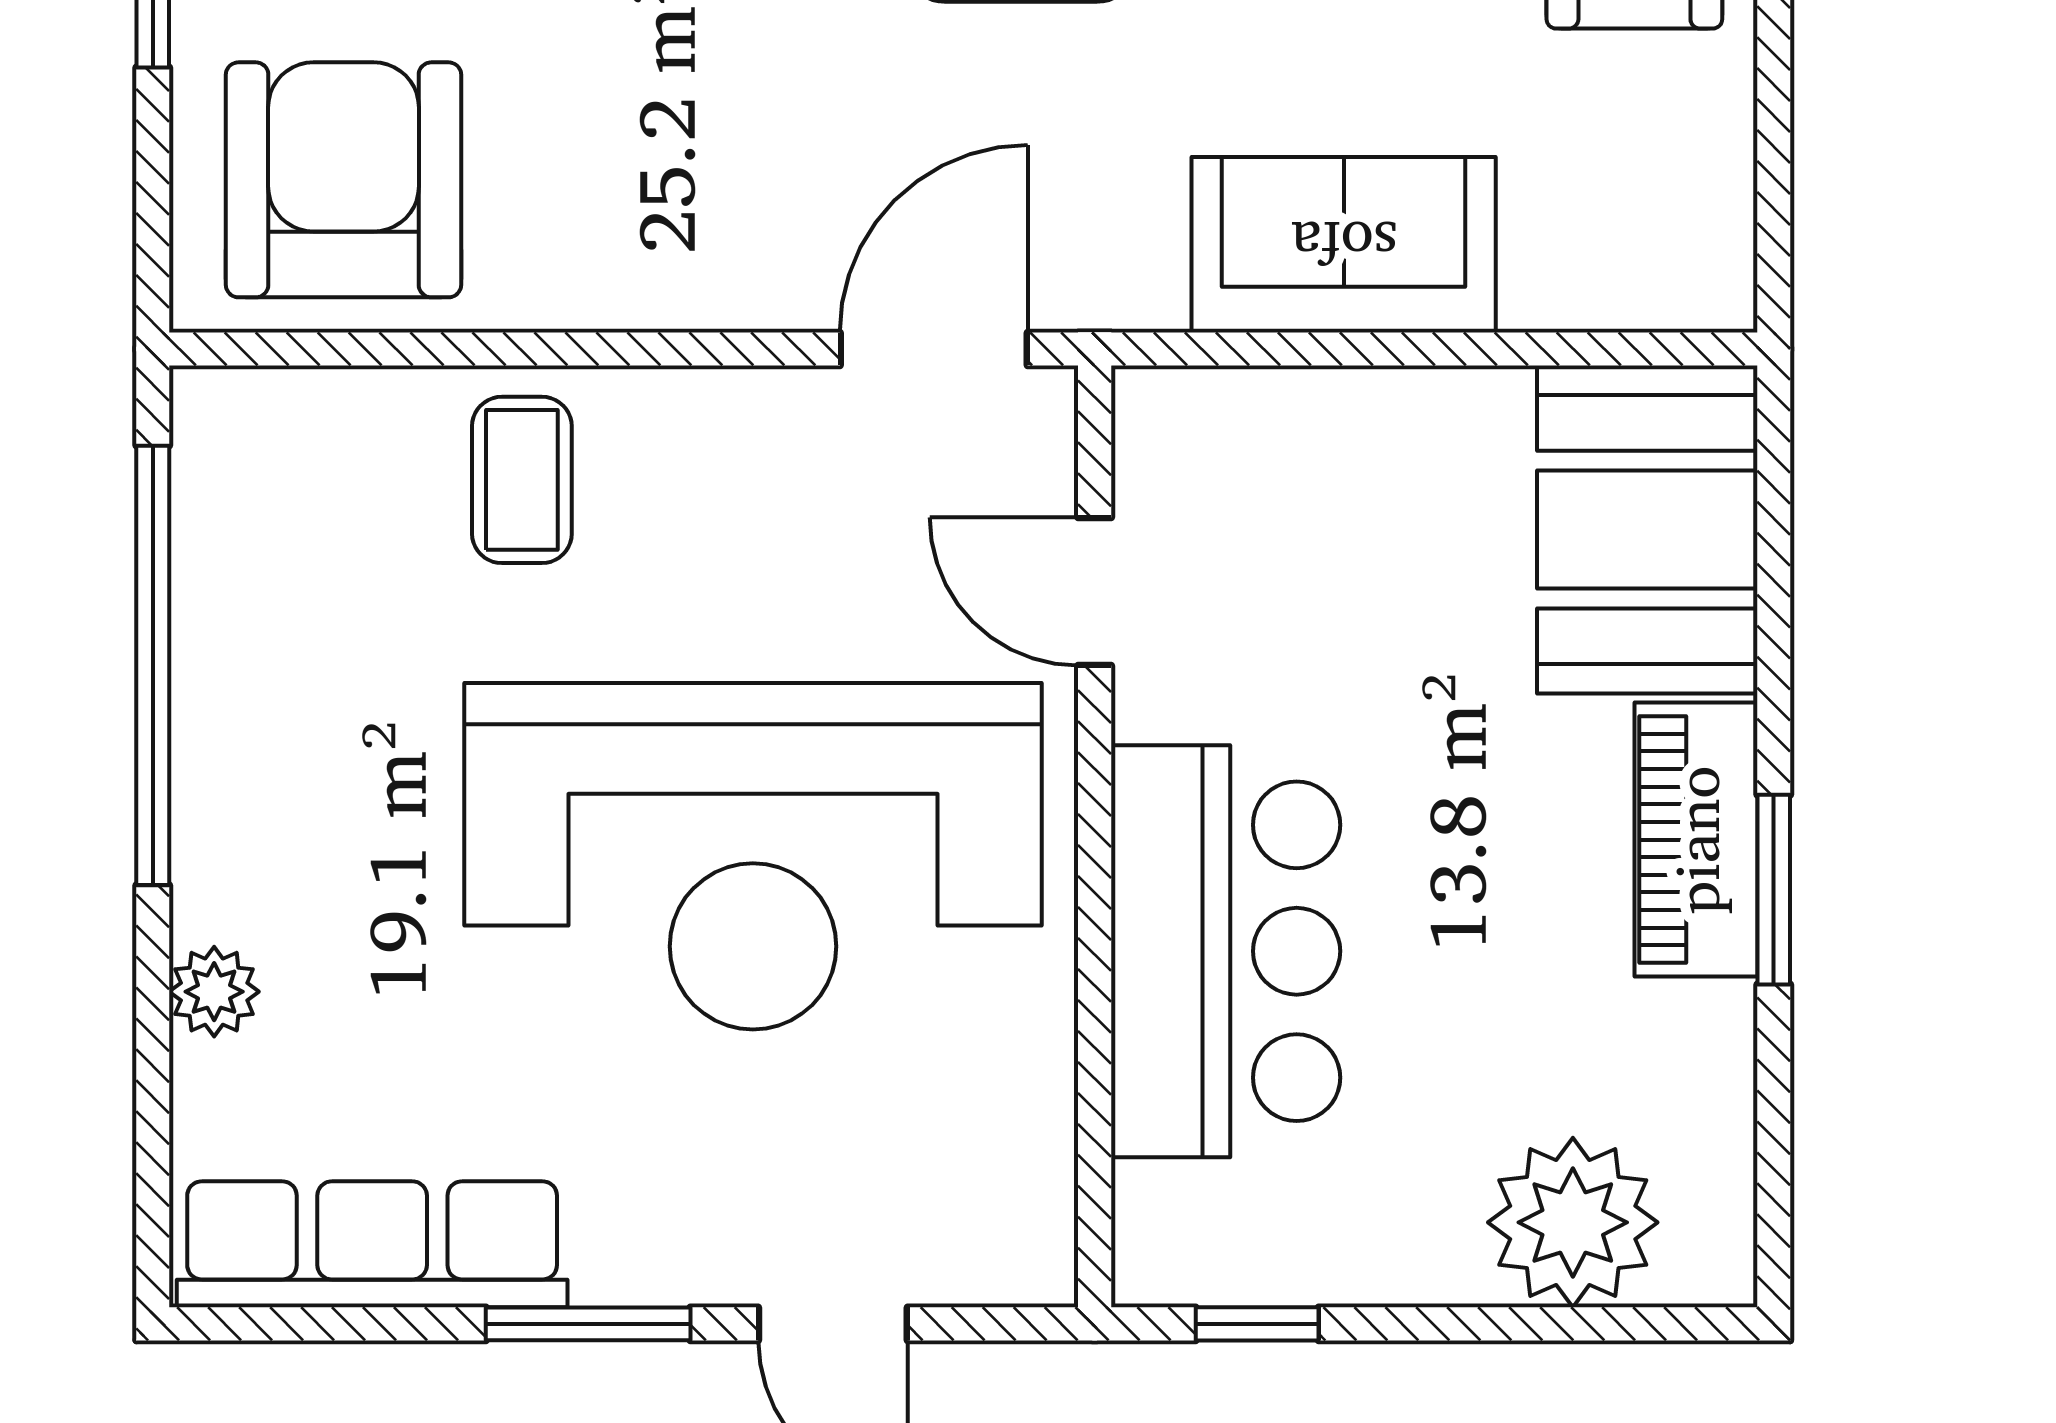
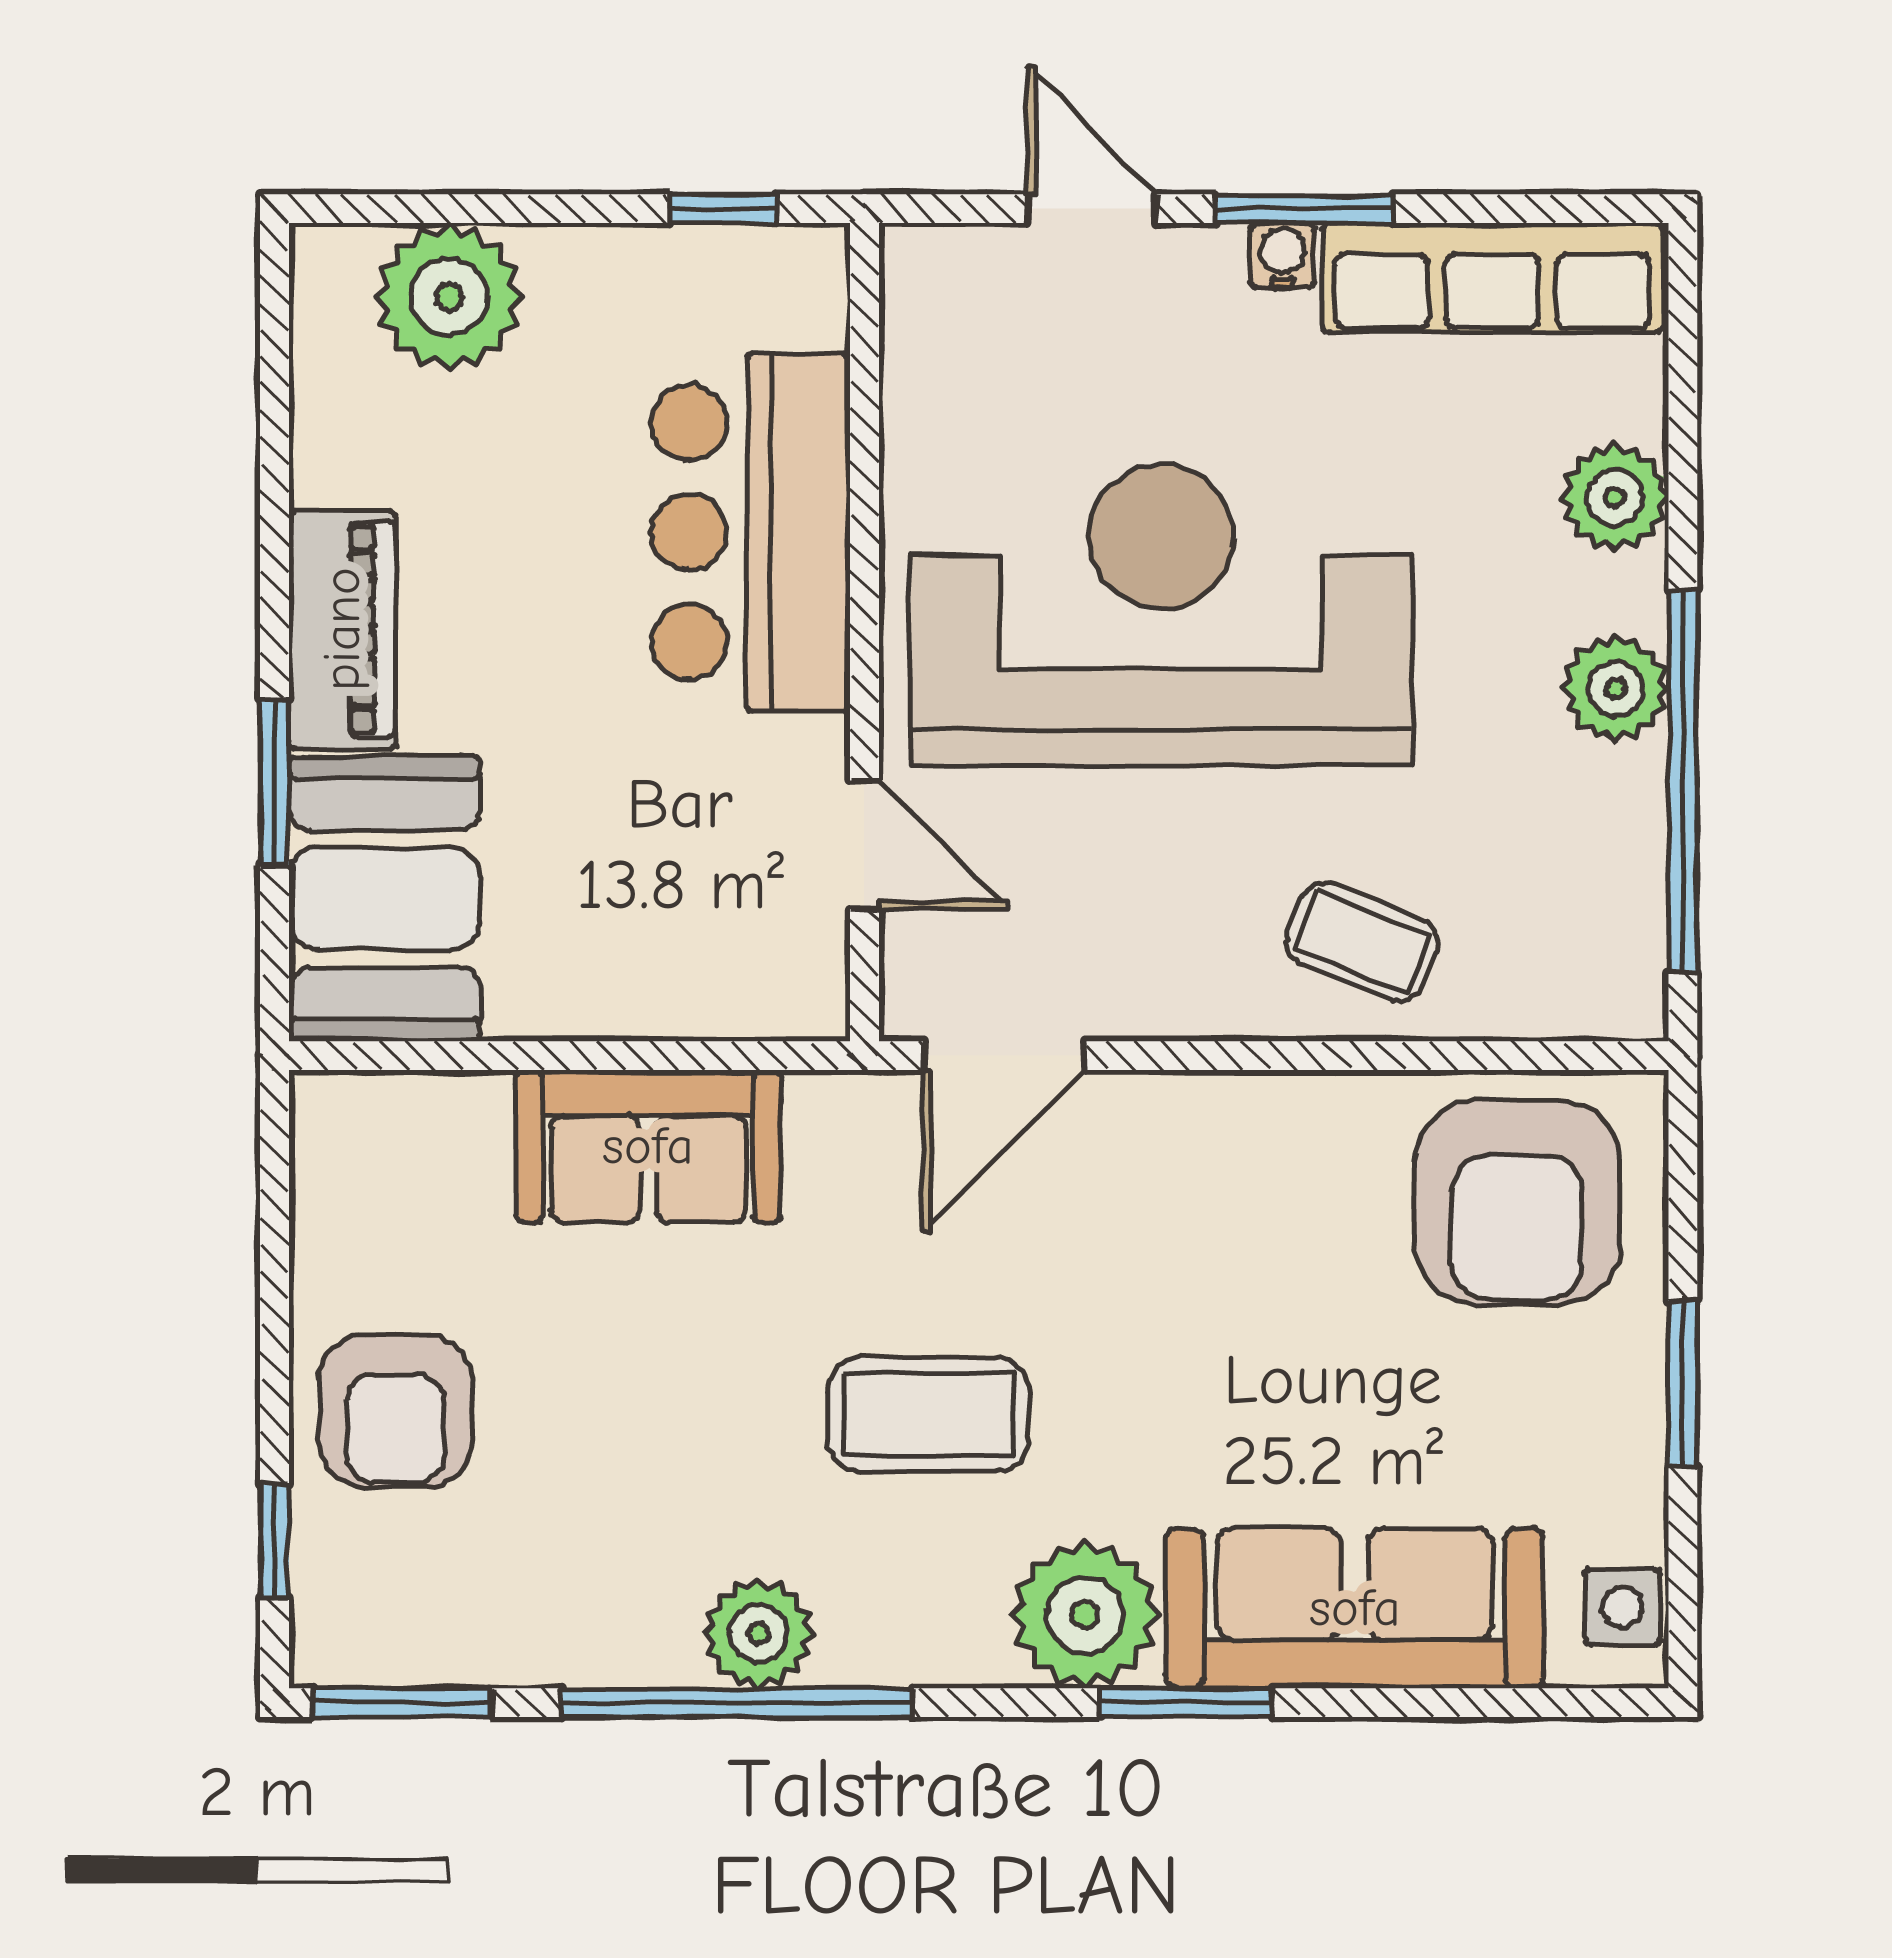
coffee table: (522, 480) -> (1362, 942), turned -68
plant: (230, 771) -> (1616, 689), added
window: (1774, 890) -> (275, 782), moved
plant: (214, 992) -> (1615, 497), width x1.38, depth x1.38
water cooler: (613, 1270) -> (1283, 255), added

